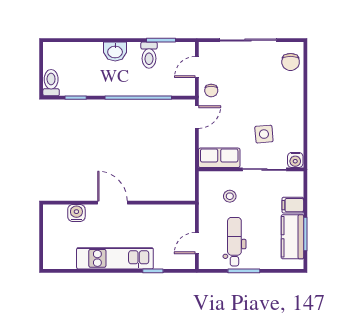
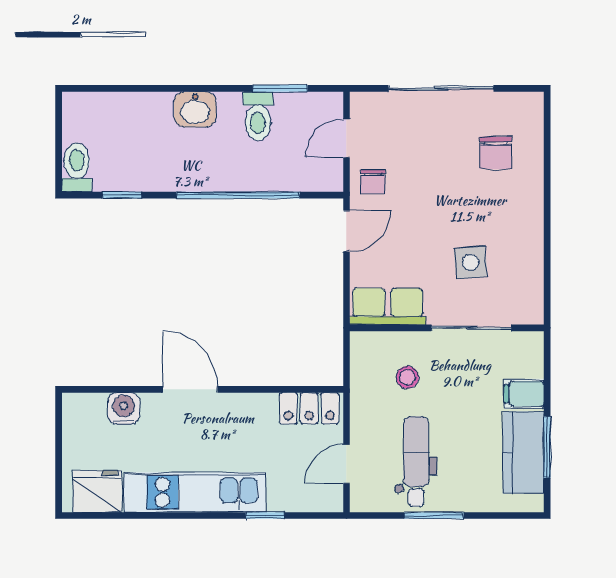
chair: (291, 62) -> (496, 153), moved
water cooler: (295, 160) -> (529, 310), removed
locker: (177, 213) -> (309, 408), added
fridge: (62, 258) -> (97, 491), added

